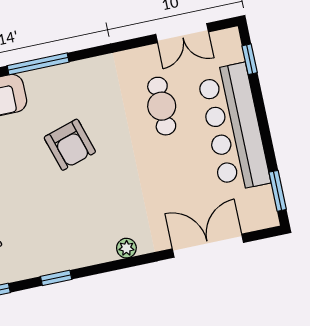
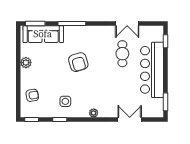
double door: (182, 33) -> (127, 23), moved
side table: (60, 236) -> (65, 101), added
double door: (208, 246) -> (130, 120), width x0.73

